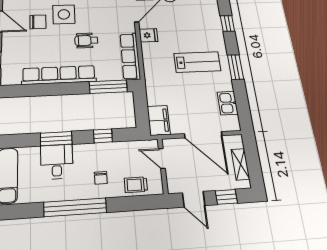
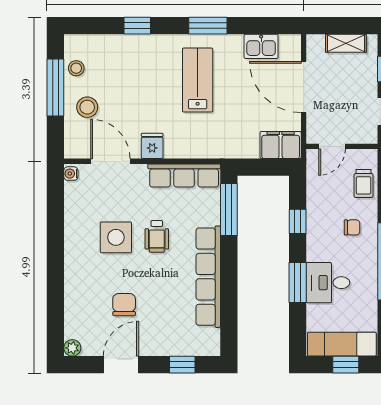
side table: (64, 14) -> (116, 237), moved
door: (203, 135) -> (304, 87), swing flipped

